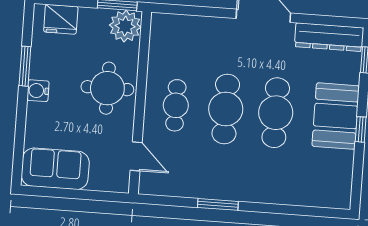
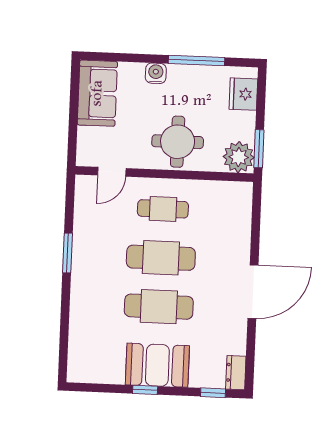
dresser: (329, 37) -> (236, 373), width x0.51, depth x0.80
window: (25, 66) -> (196, 61), width x1.44
water cooler: (38, 91) -> (156, 73), moved

